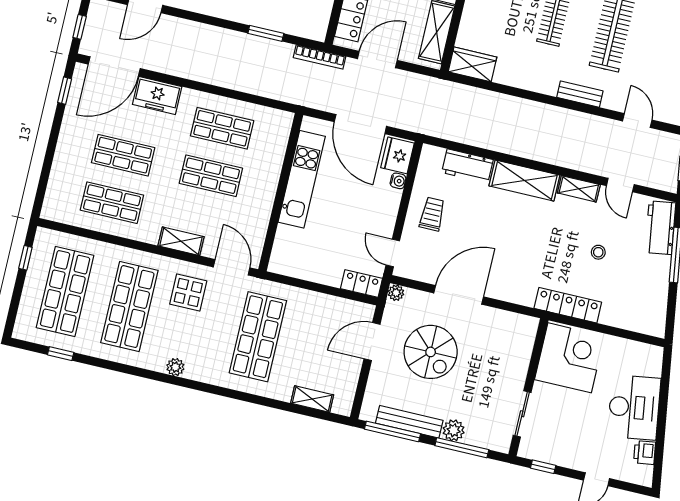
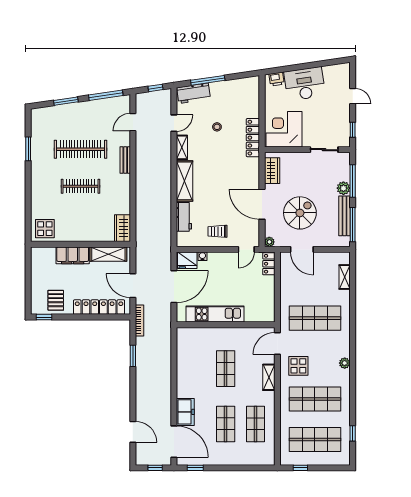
shop shelf: (222, 128) -> (196, 369), removed
wardrobe: (508, 323) -> (272, 171), added
printer: (645, 452) -> (277, 79), moved

